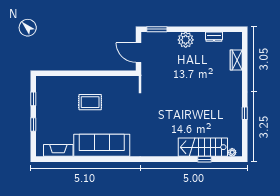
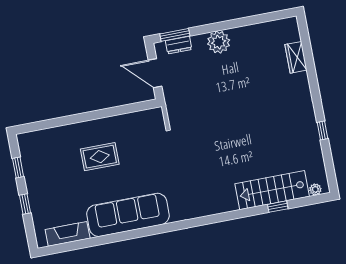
dresser: (214, 37) -> (179, 45), moved

